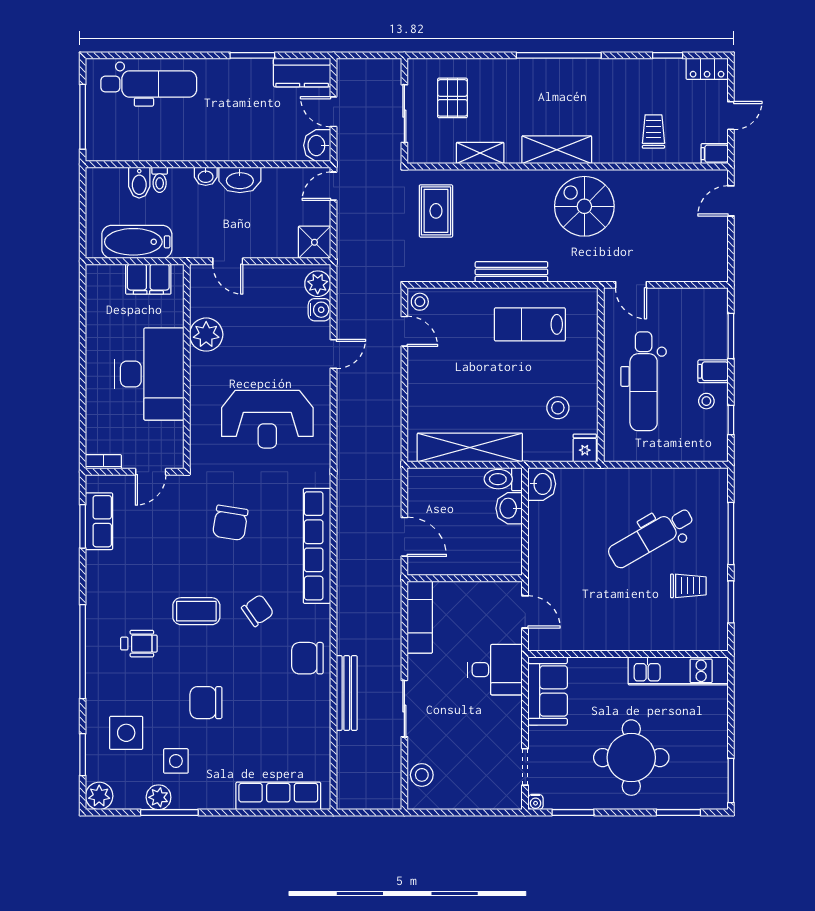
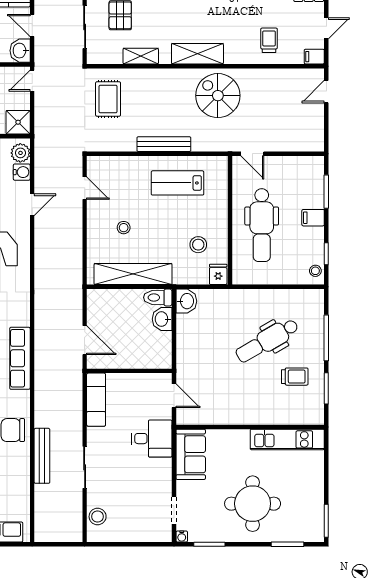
stool: (420, 302) -> (124, 228), moved
stool: (706, 401) -> (315, 271), moved
row of seats: (317, 546) -> (20, 358), width x0.73

